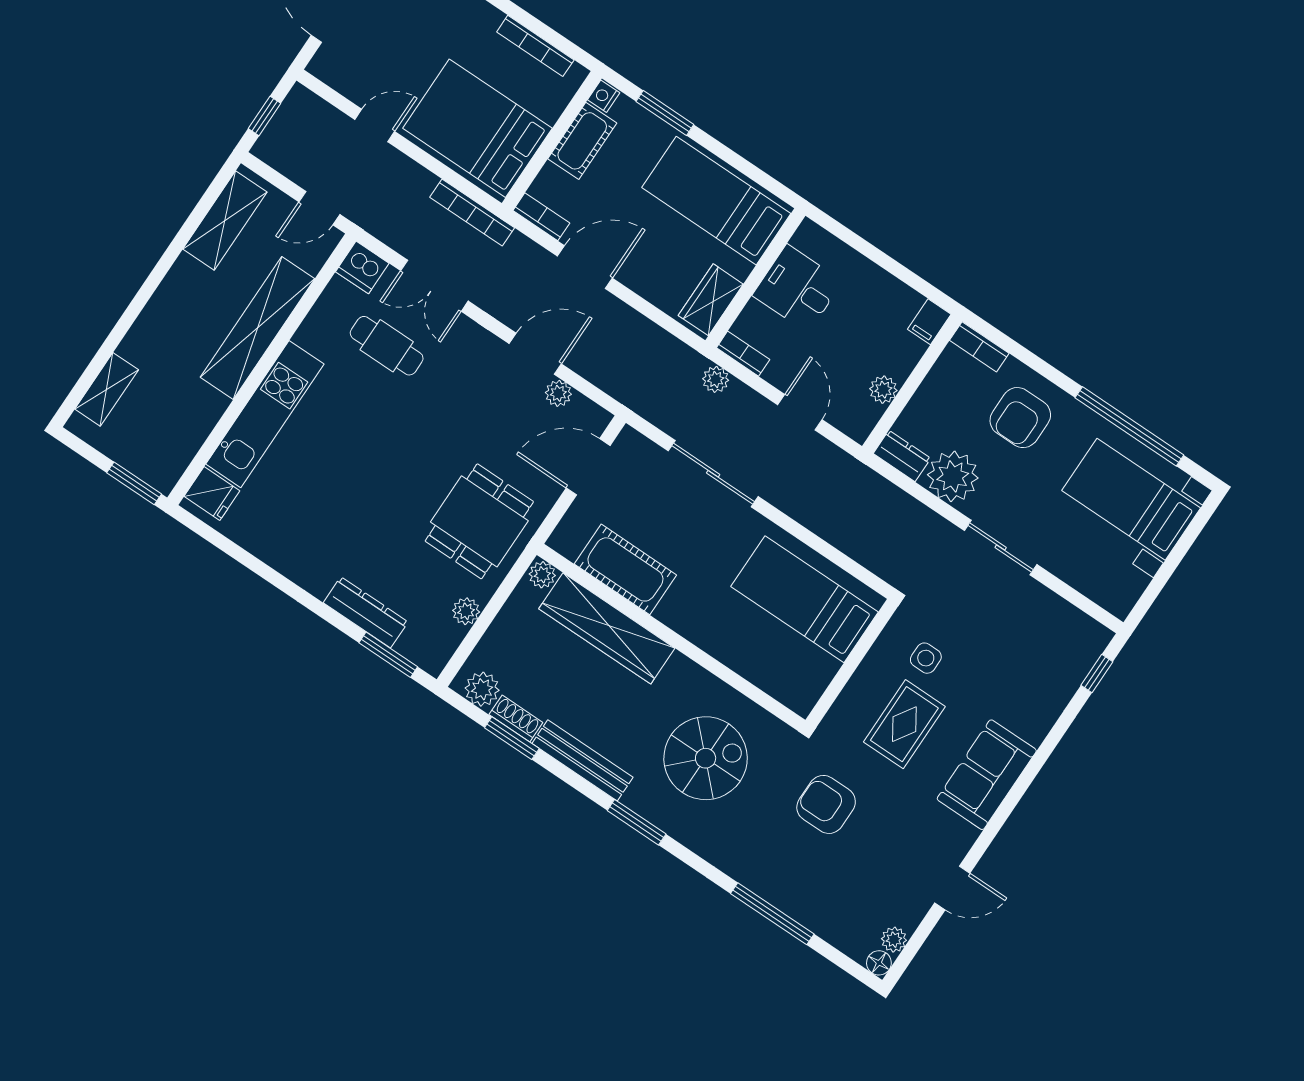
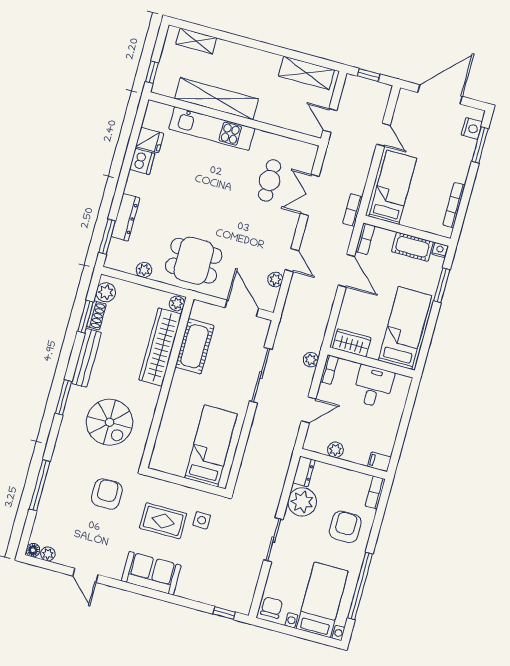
bed: (477, 128) -> (393, 187), width x0.67
bookcase: (472, 213) -> (353, 210), width x0.64
dishwasher: (362, 267) -> (142, 161), moved, turned 180
shelving: (257, 328) -> (217, 99), moved
door: (535, 354) -> (292, 260), width x0.73
armchair: (1020, 418) -> (345, 527), turned 90
window: (134, 483) -> (152, 72), width x0.67
fridge: (212, 494) -> (150, 140), moved, turned -90
chair: (1115, 590) -> (272, 608), added

